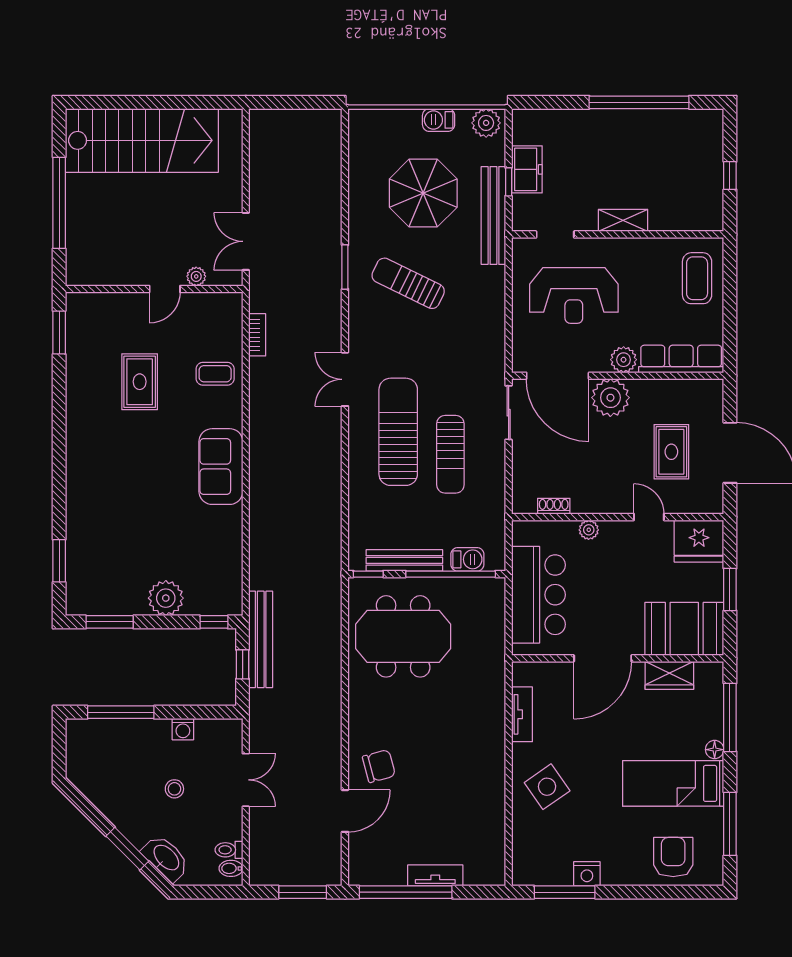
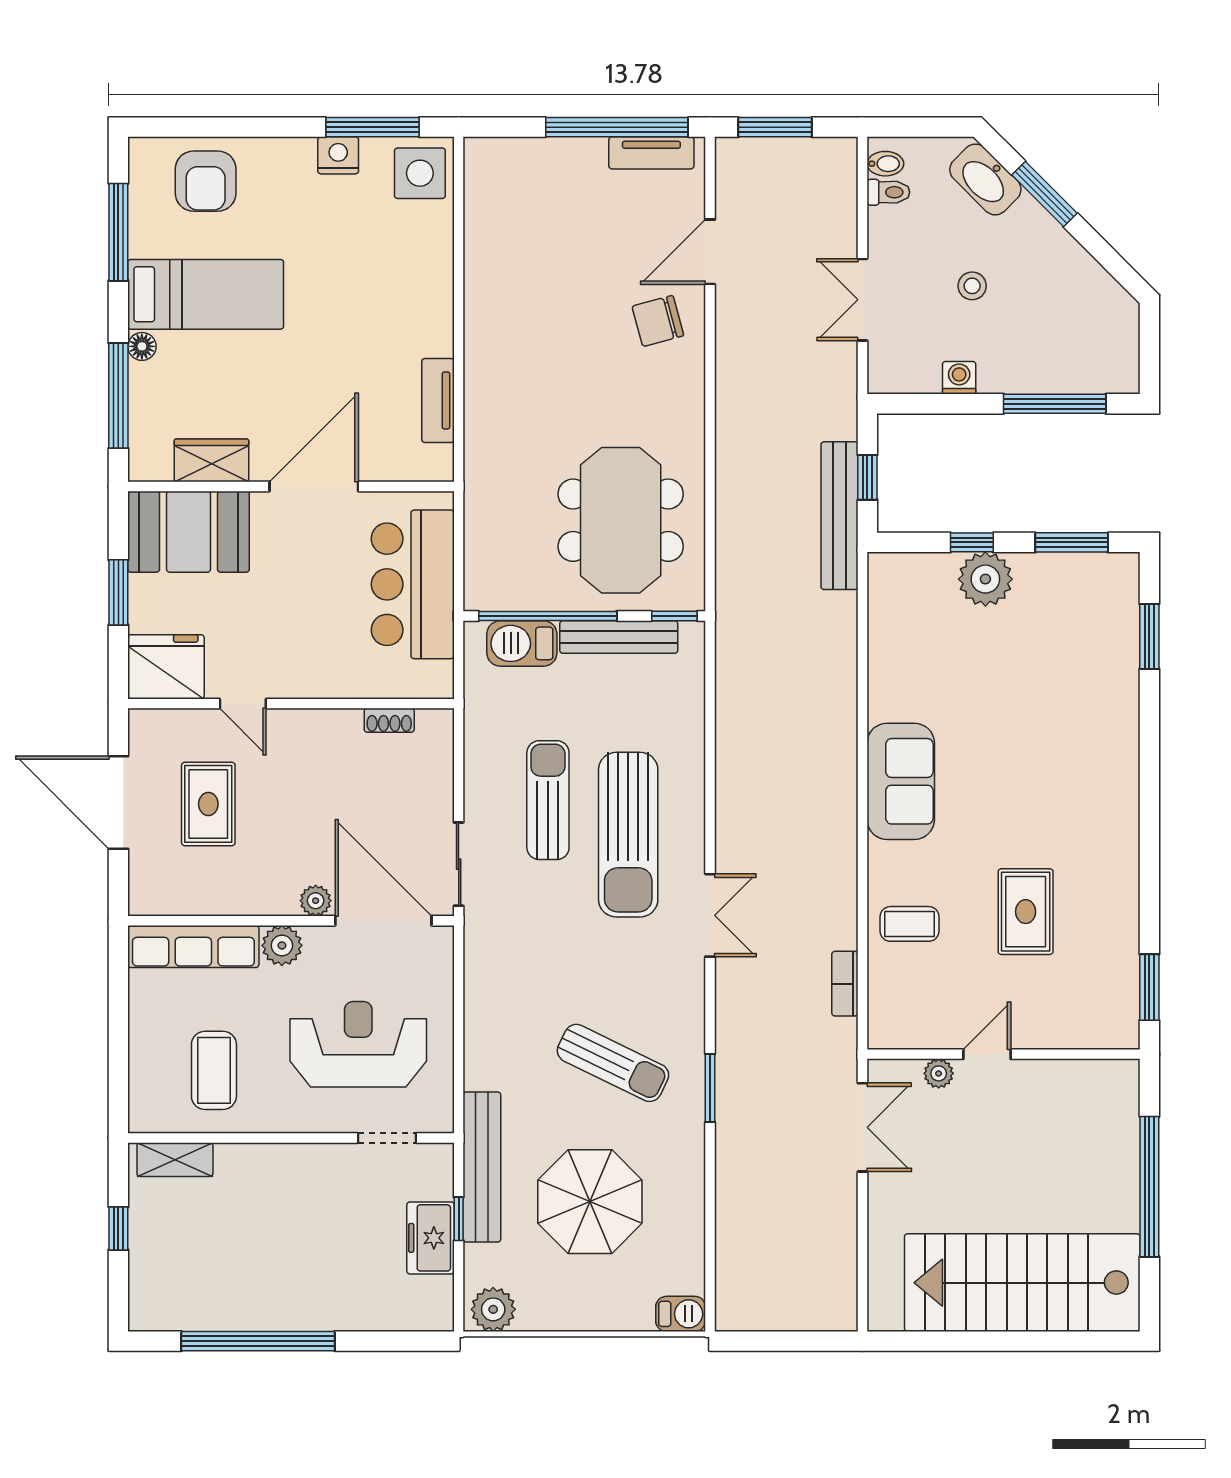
barbecue: (439, 120) -> (681, 1314), moved
shelving: (623, 220) -> (175, 1160), moved
coffee table: (697, 278) -> (214, 1070), moved
plant: (610, 398) -> (316, 901), width x0.53, depth x0.53
plant: (589, 530) -> (335, 684), removed
barbecue: (467, 559) -> (522, 643), width x1.38, depth x1.27
window: (214, 622) -> (972, 542), moved
meeting table: (403, 636) -> (621, 520), turned 90
side table: (547, 787) -> (420, 173), moved, turned 35
tv unit: (435, 875) -> (651, 153), moved

